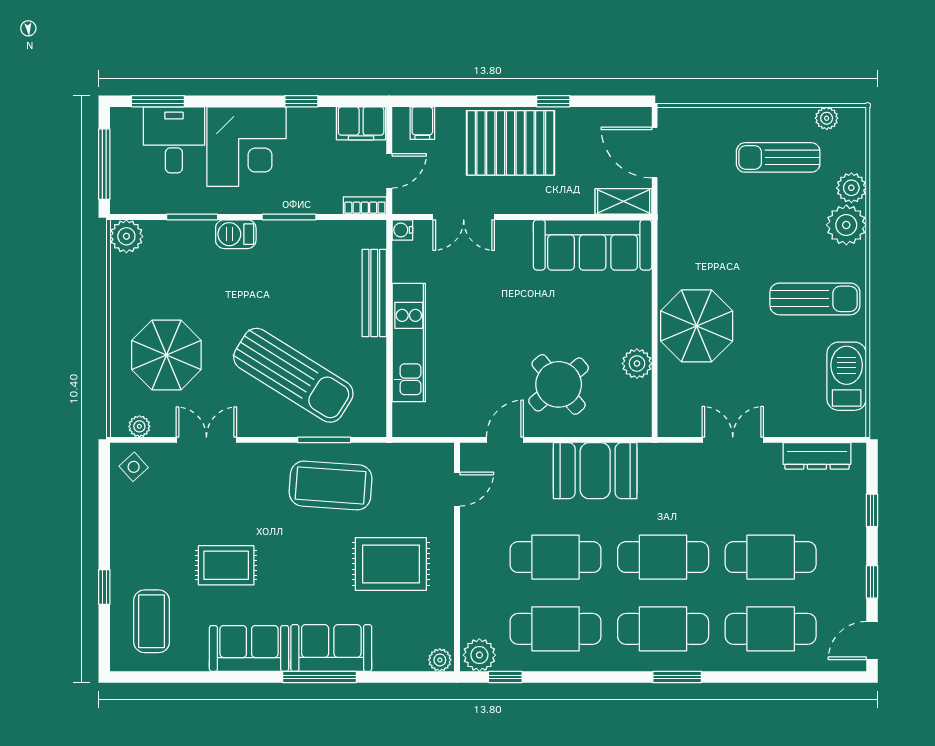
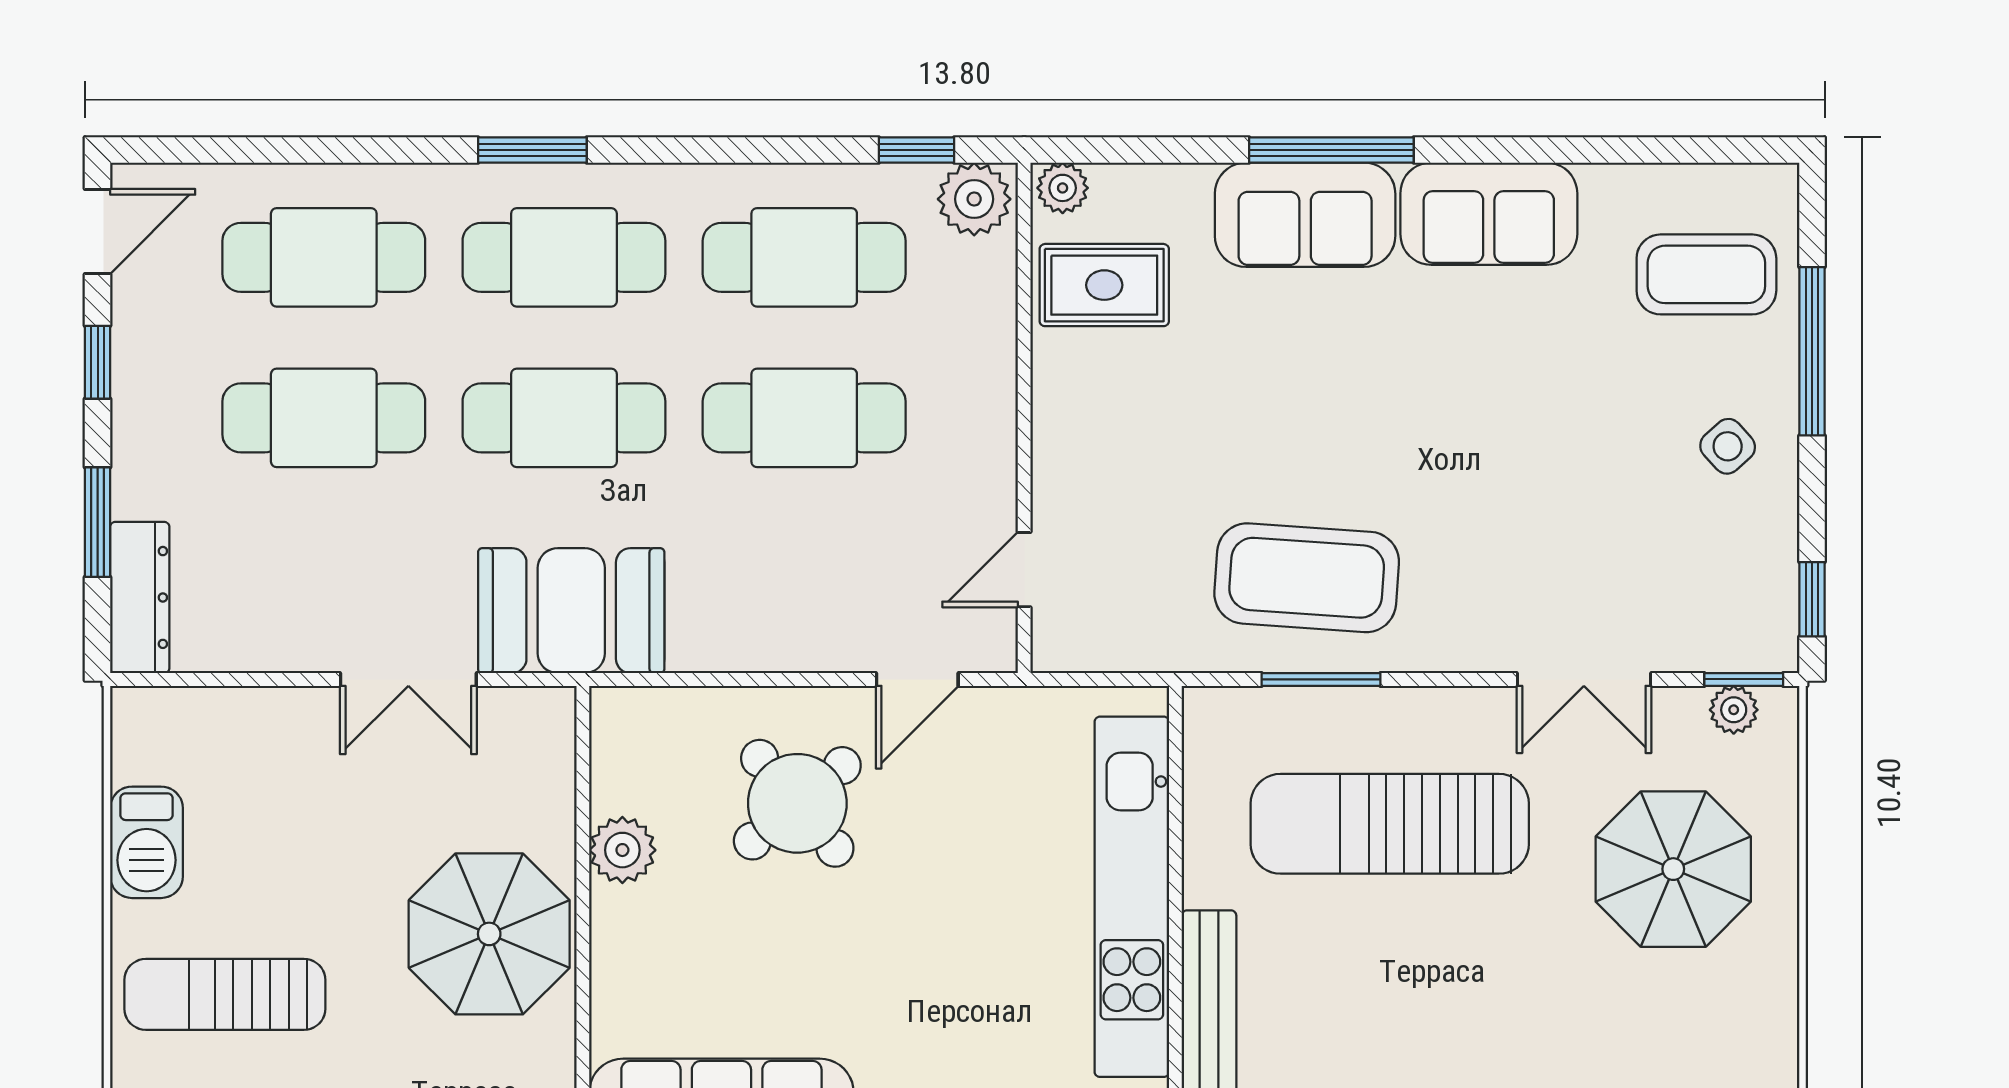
kitchen unit: (409, 343) -> (1132, 897), width x1.36
sun lounger: (293, 375) -> (1390, 824), turned -32
barbecue: (847, 376) -> (147, 842), width x0.73, depth x0.83
window: (135, 440) -> (1744, 679), added
dresser: (817, 456) -> (140, 597), moved, turned 90
side table: (134, 467) -> (1728, 446), moved
booth: (595, 471) -> (571, 611), moved
window: (104, 476) -> (1812, 599), added
window: (872, 510) -> (98, 522), width x1.50
rug: (391, 564) -> (1104, 285), moved, width x0.73, depth x0.70
rug: (226, 565) -> (1540, 399), removed
window: (104, 587) -> (1812, 351), width x2.17
coffee table: (152, 621) -> (1706, 274), turned 90

